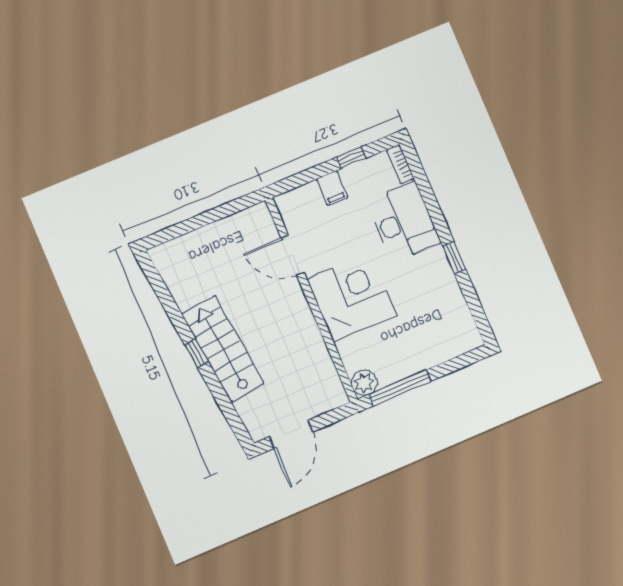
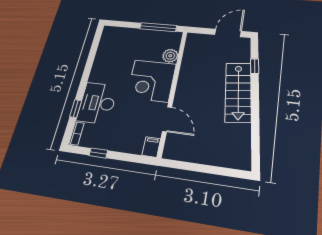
filing cabinet: (332, 188) -> (151, 147), moved
window: (454, 258) -> (76, 109), moved
window: (197, 353) -> (255, 66), moved
plant: (364, 383) -> (170, 56), moved

